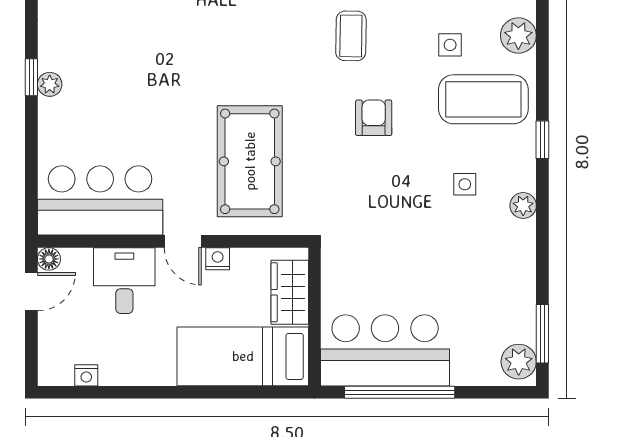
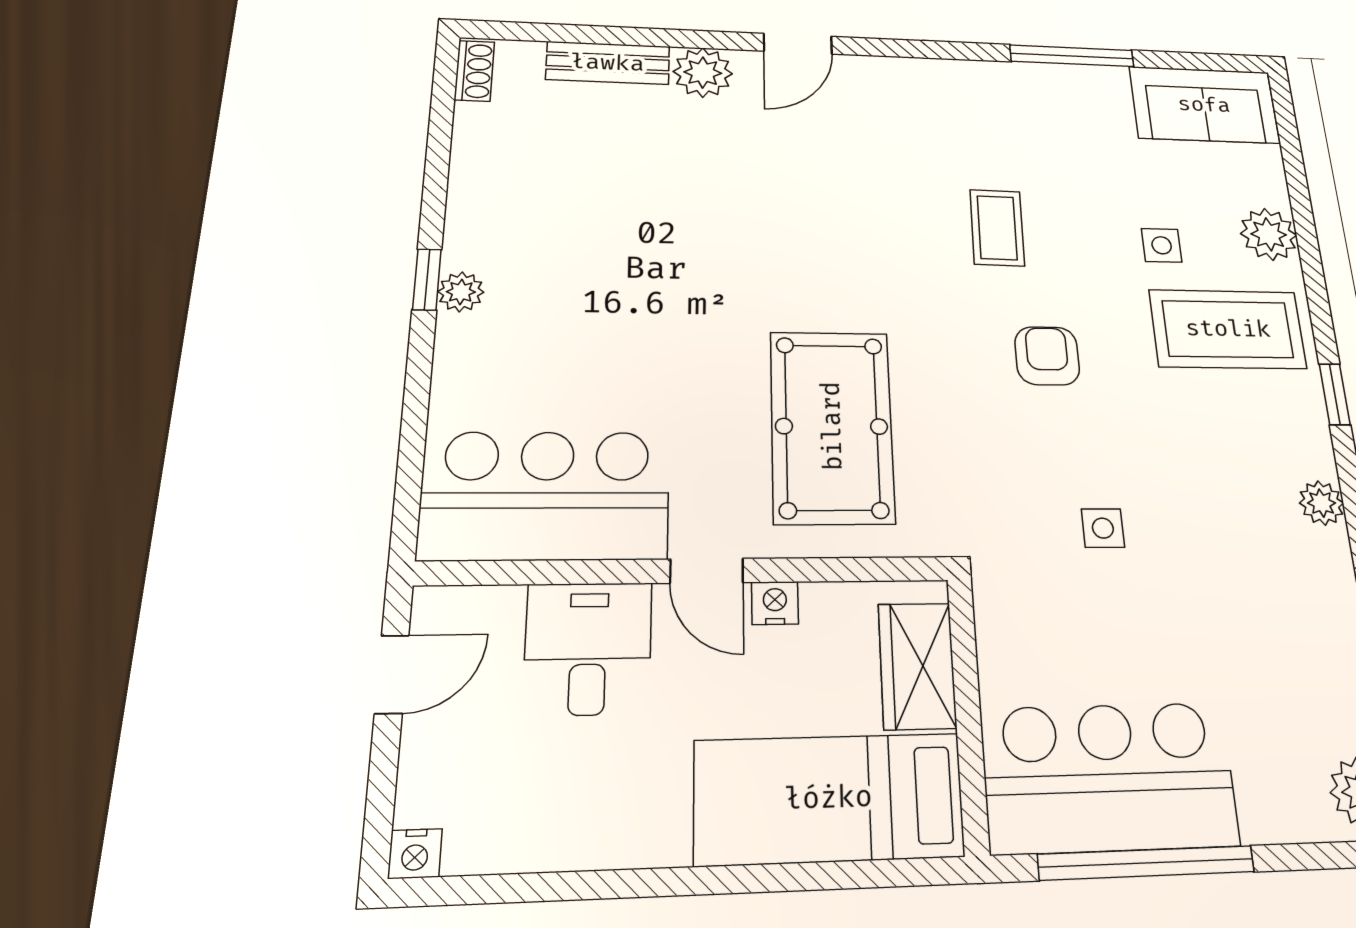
side table: (465, 184) -> (1103, 528), moved
floor lamp: (49, 259) -> (434, 608), removed
nightstand: (86, 375) -> (415, 854), moved

